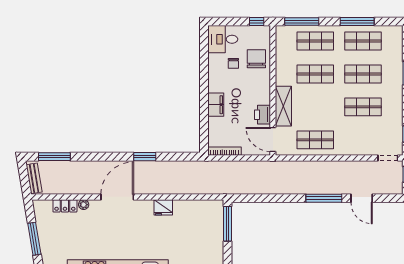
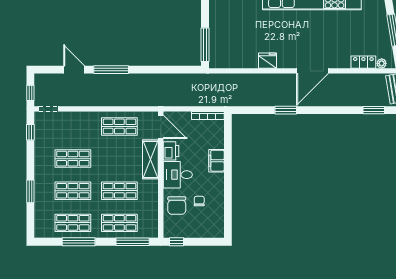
desk: (223, 39) -> (178, 175), moved, turned 180
window: (54, 157) -> (374, 110), width x0.69
plant: (84, 205) -> (382, 63), moved

